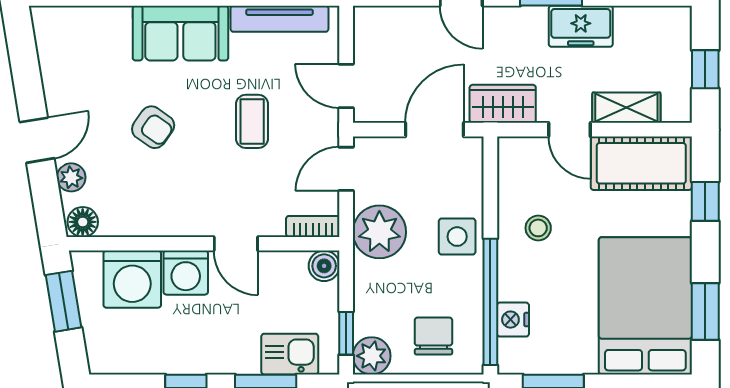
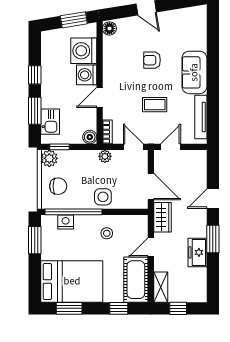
shelving: (626, 108) -> (161, 287), moved
armchair: (153, 127) -> (152, 60), turned 55
plant: (71, 177) -> (129, 23), removed
plant: (379, 232) -> (105, 156), width x0.53, depth x0.53

